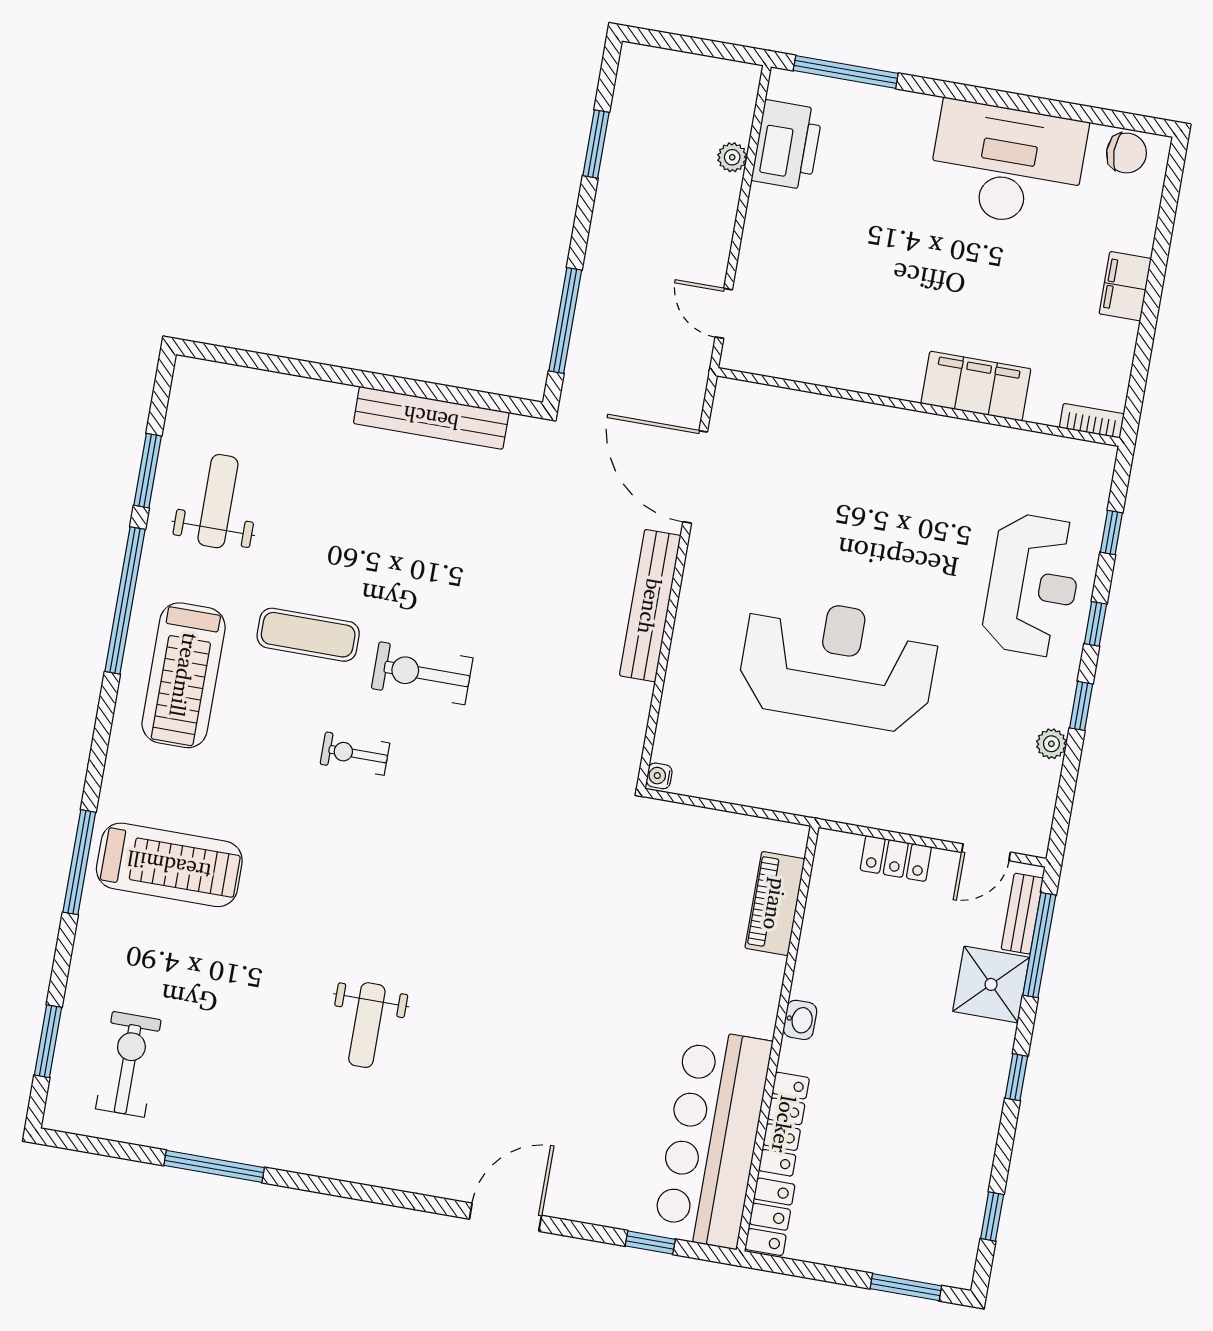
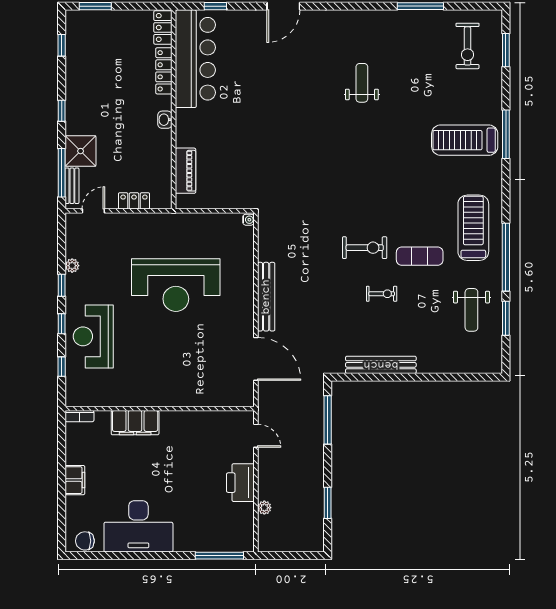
printer: (787, 145) -> (240, 483), moved
exercise bike: (355, 754) -> (382, 294), moved

